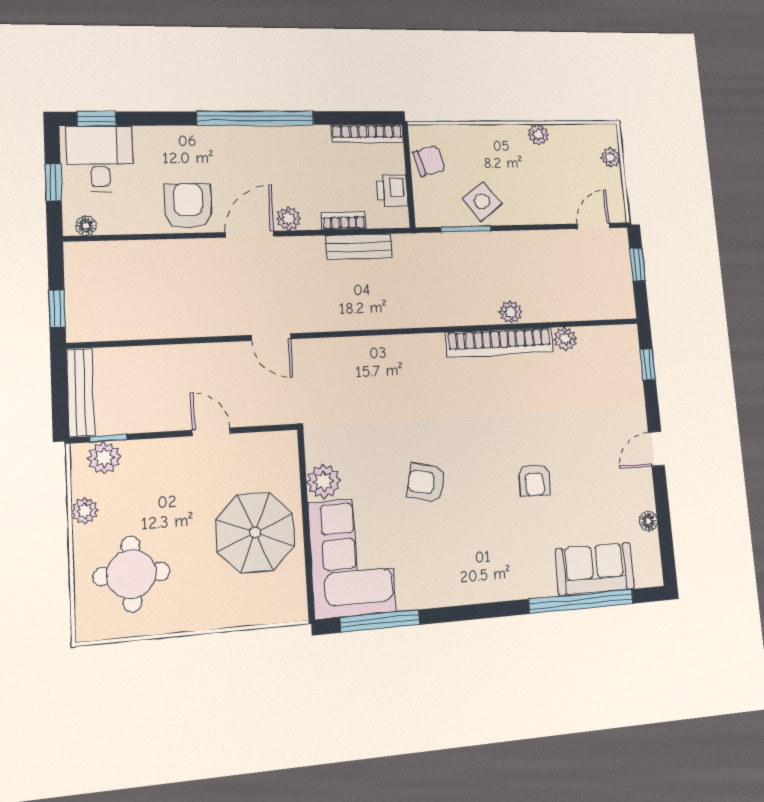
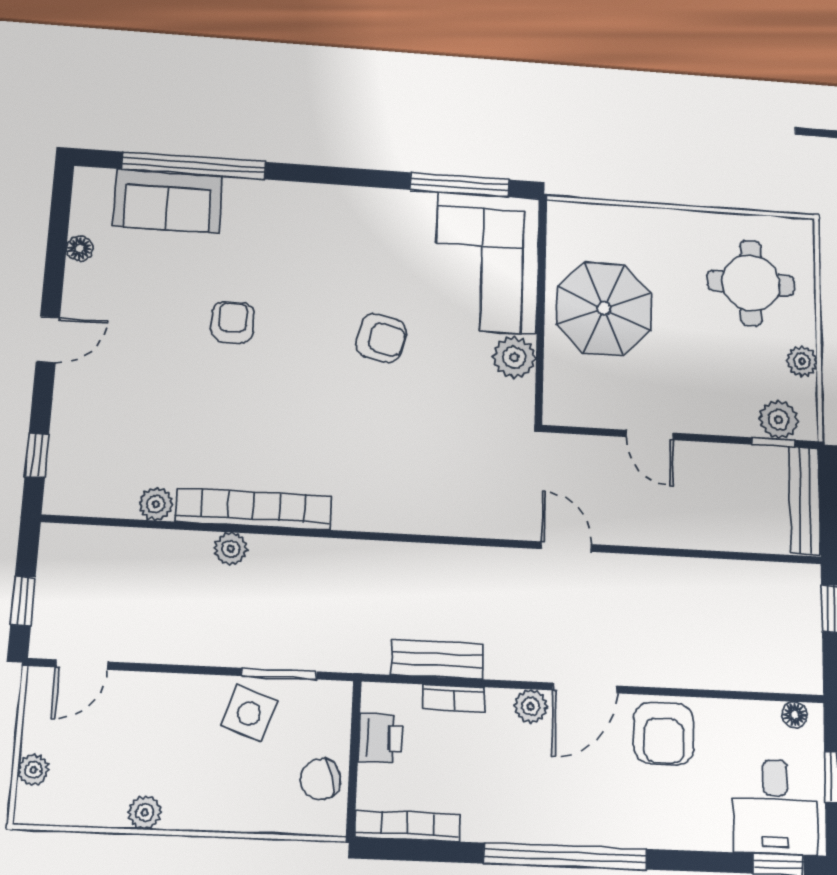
side table: (482, 201) -> (249, 713), turned -33

